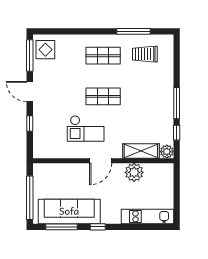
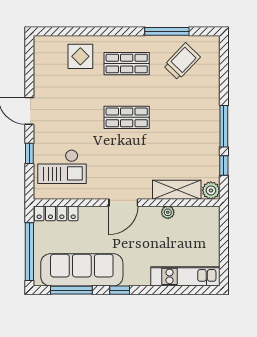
display table: (45, 50) -> (80, 56), moved
trolley: (145, 54) -> (182, 61), turned 134
window: (30, 55) -> (29, 63), removed
checkout: (86, 128) -> (62, 167), moved
locker: (50, 169) -> (56, 213), added
plant: (134, 172) -> (168, 212), width x0.53, depth x0.53

